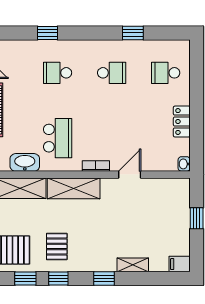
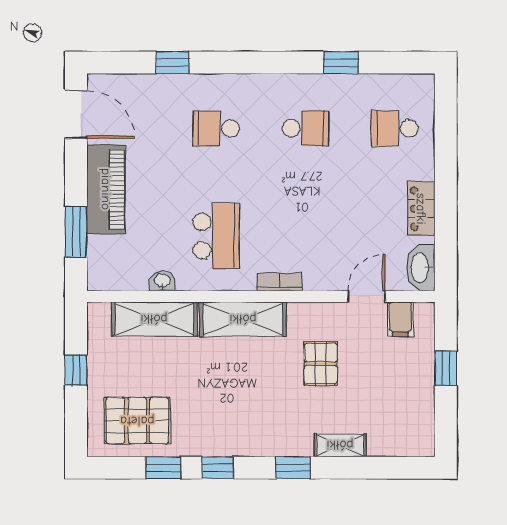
window: (48, 33) -> (172, 63), moved
washbasin: (25, 162) -> (162, 281), width x0.52, depth x0.69
washbasin: (184, 164) -> (421, 268), width x1.91, depth x1.45
door: (130, 175) -> (367, 296), moved
pallet: (57, 246) -> (321, 364), moved
filing cabinet: (180, 264) -> (400, 319), moved, turned -90

